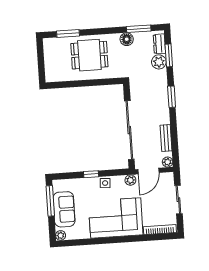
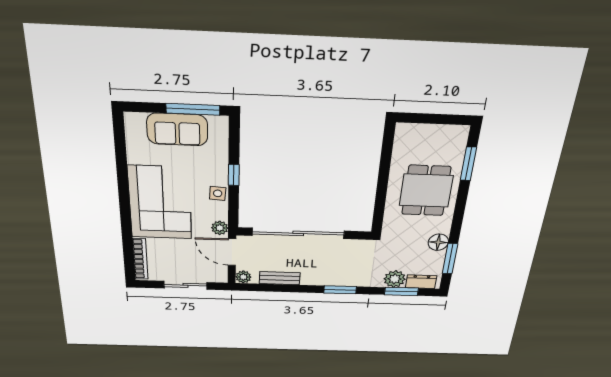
plant: (61, 235) -> (132, 120), removed

